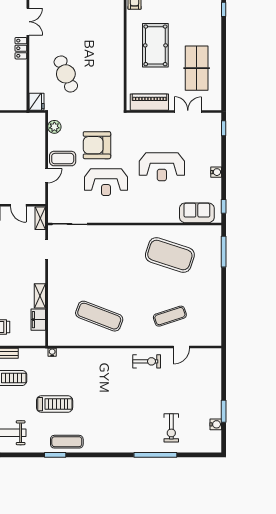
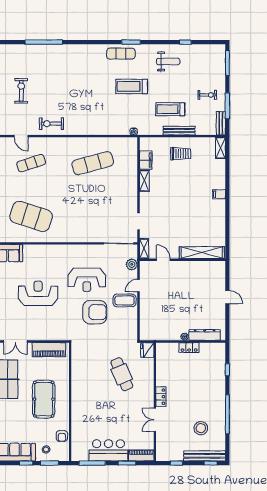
plant: (54, 127) -> (132, 264), moved
reception desk: (106, 182) -> (87, 280), turned 180
exercise mat: (99, 316) -> (93, 163), turned -36
door: (181, 347) -> (21, 136), swing flipped
exercise bike: (171, 428) -> (21, 91), moved

